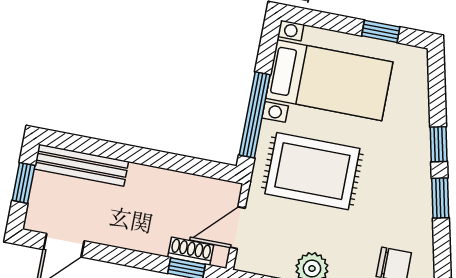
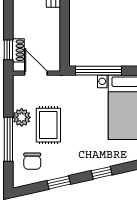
rug: (312, 171) -> (48, 125), moved, width x0.73, depth x0.70
window: (440, 198) -> (59, 182), moved

